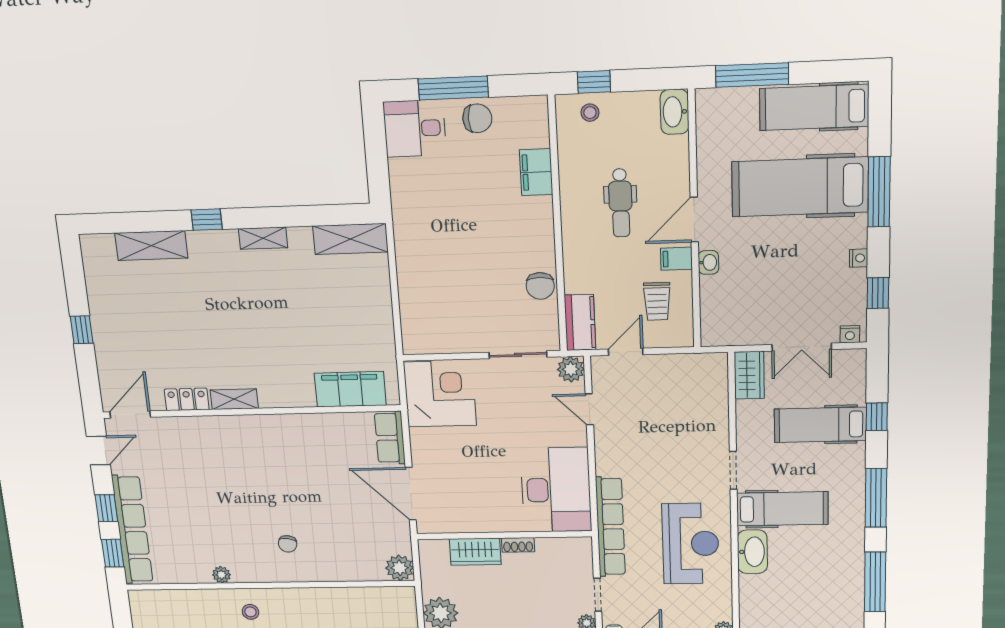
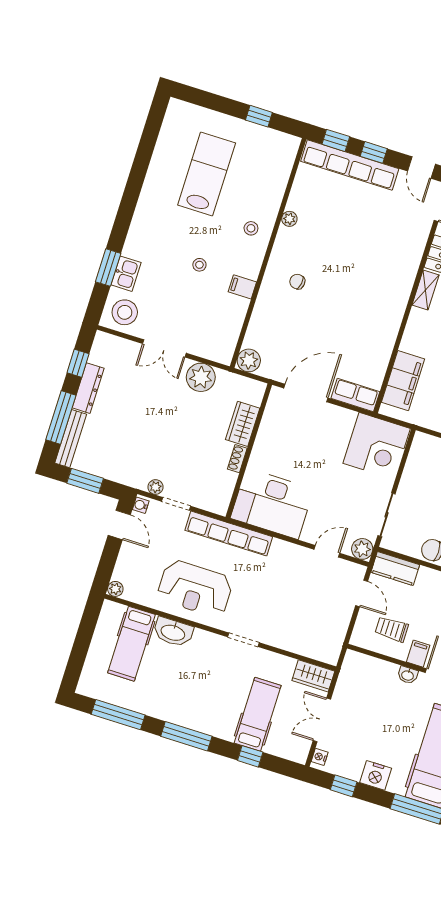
nightstand: (859, 258) -> (376, 775), width x1.89, depth x1.79
hospital bed: (782, 509) -> (131, 644), moved
filing cabinet: (320, 601) -> (242, 287), added

